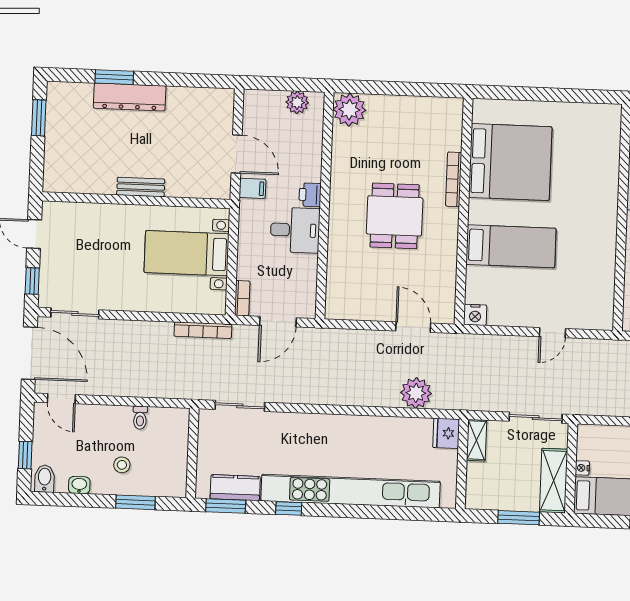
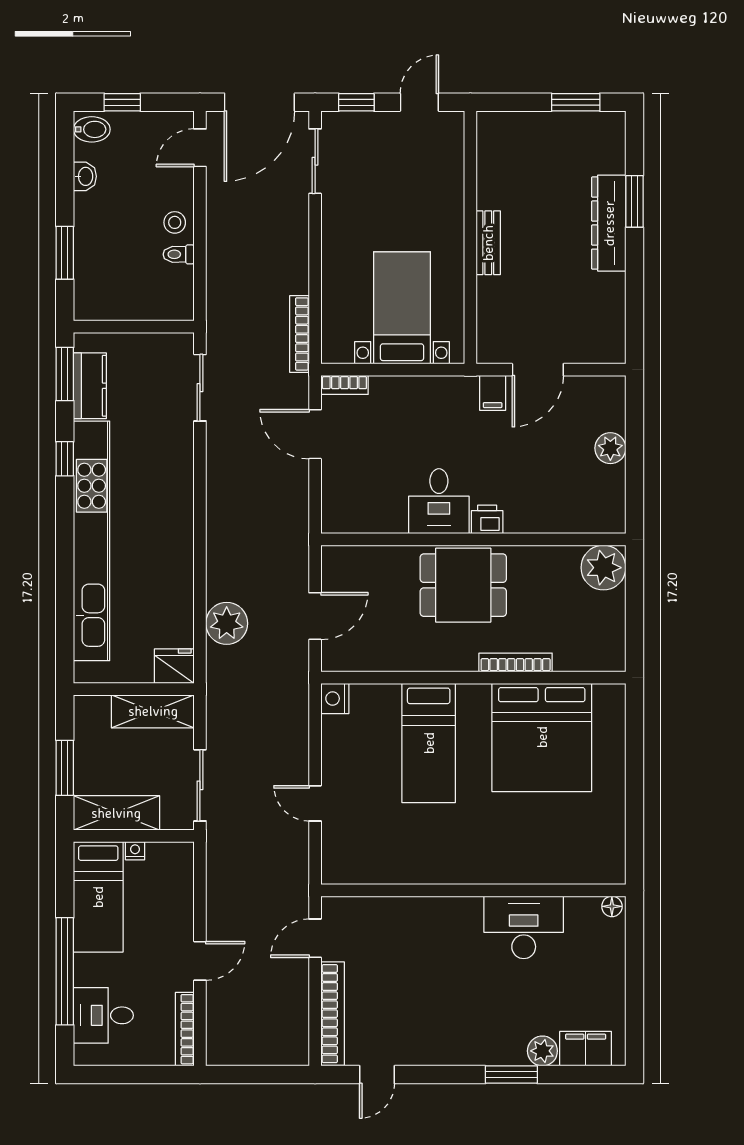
plant: (349, 110) -> (603, 568), moved
printer: (310, 195) -> (487, 519), moved
wall: (325, 206) -> (473, 539), moved
desk: (295, 230) -> (439, 501), moved
shelving: (477, 440) -> (153, 711), width x1.50, depth x1.33
stool: (122, 465) -> (175, 222), moved

